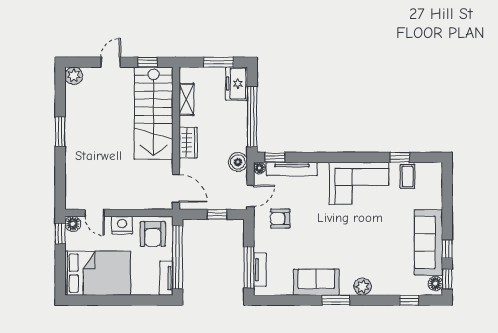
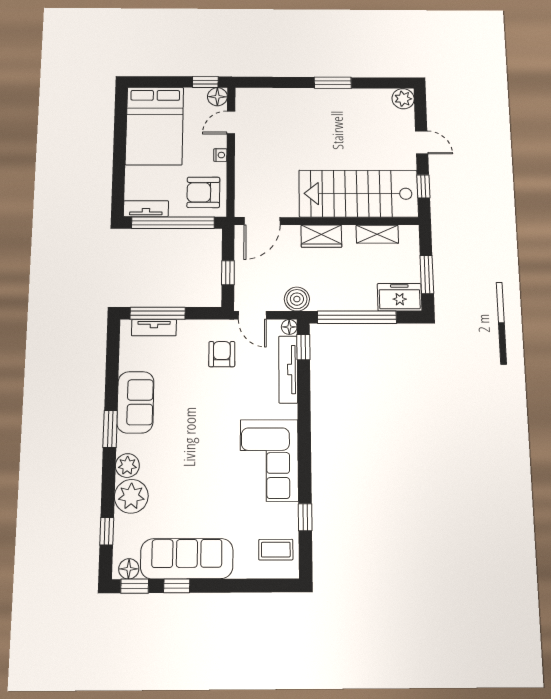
coffee table: (407, 176) -> (276, 550), moved
nightstand: (122, 225) -> (220, 155), width x0.53, depth x0.56
plant: (385, 283) -> (131, 496), added

